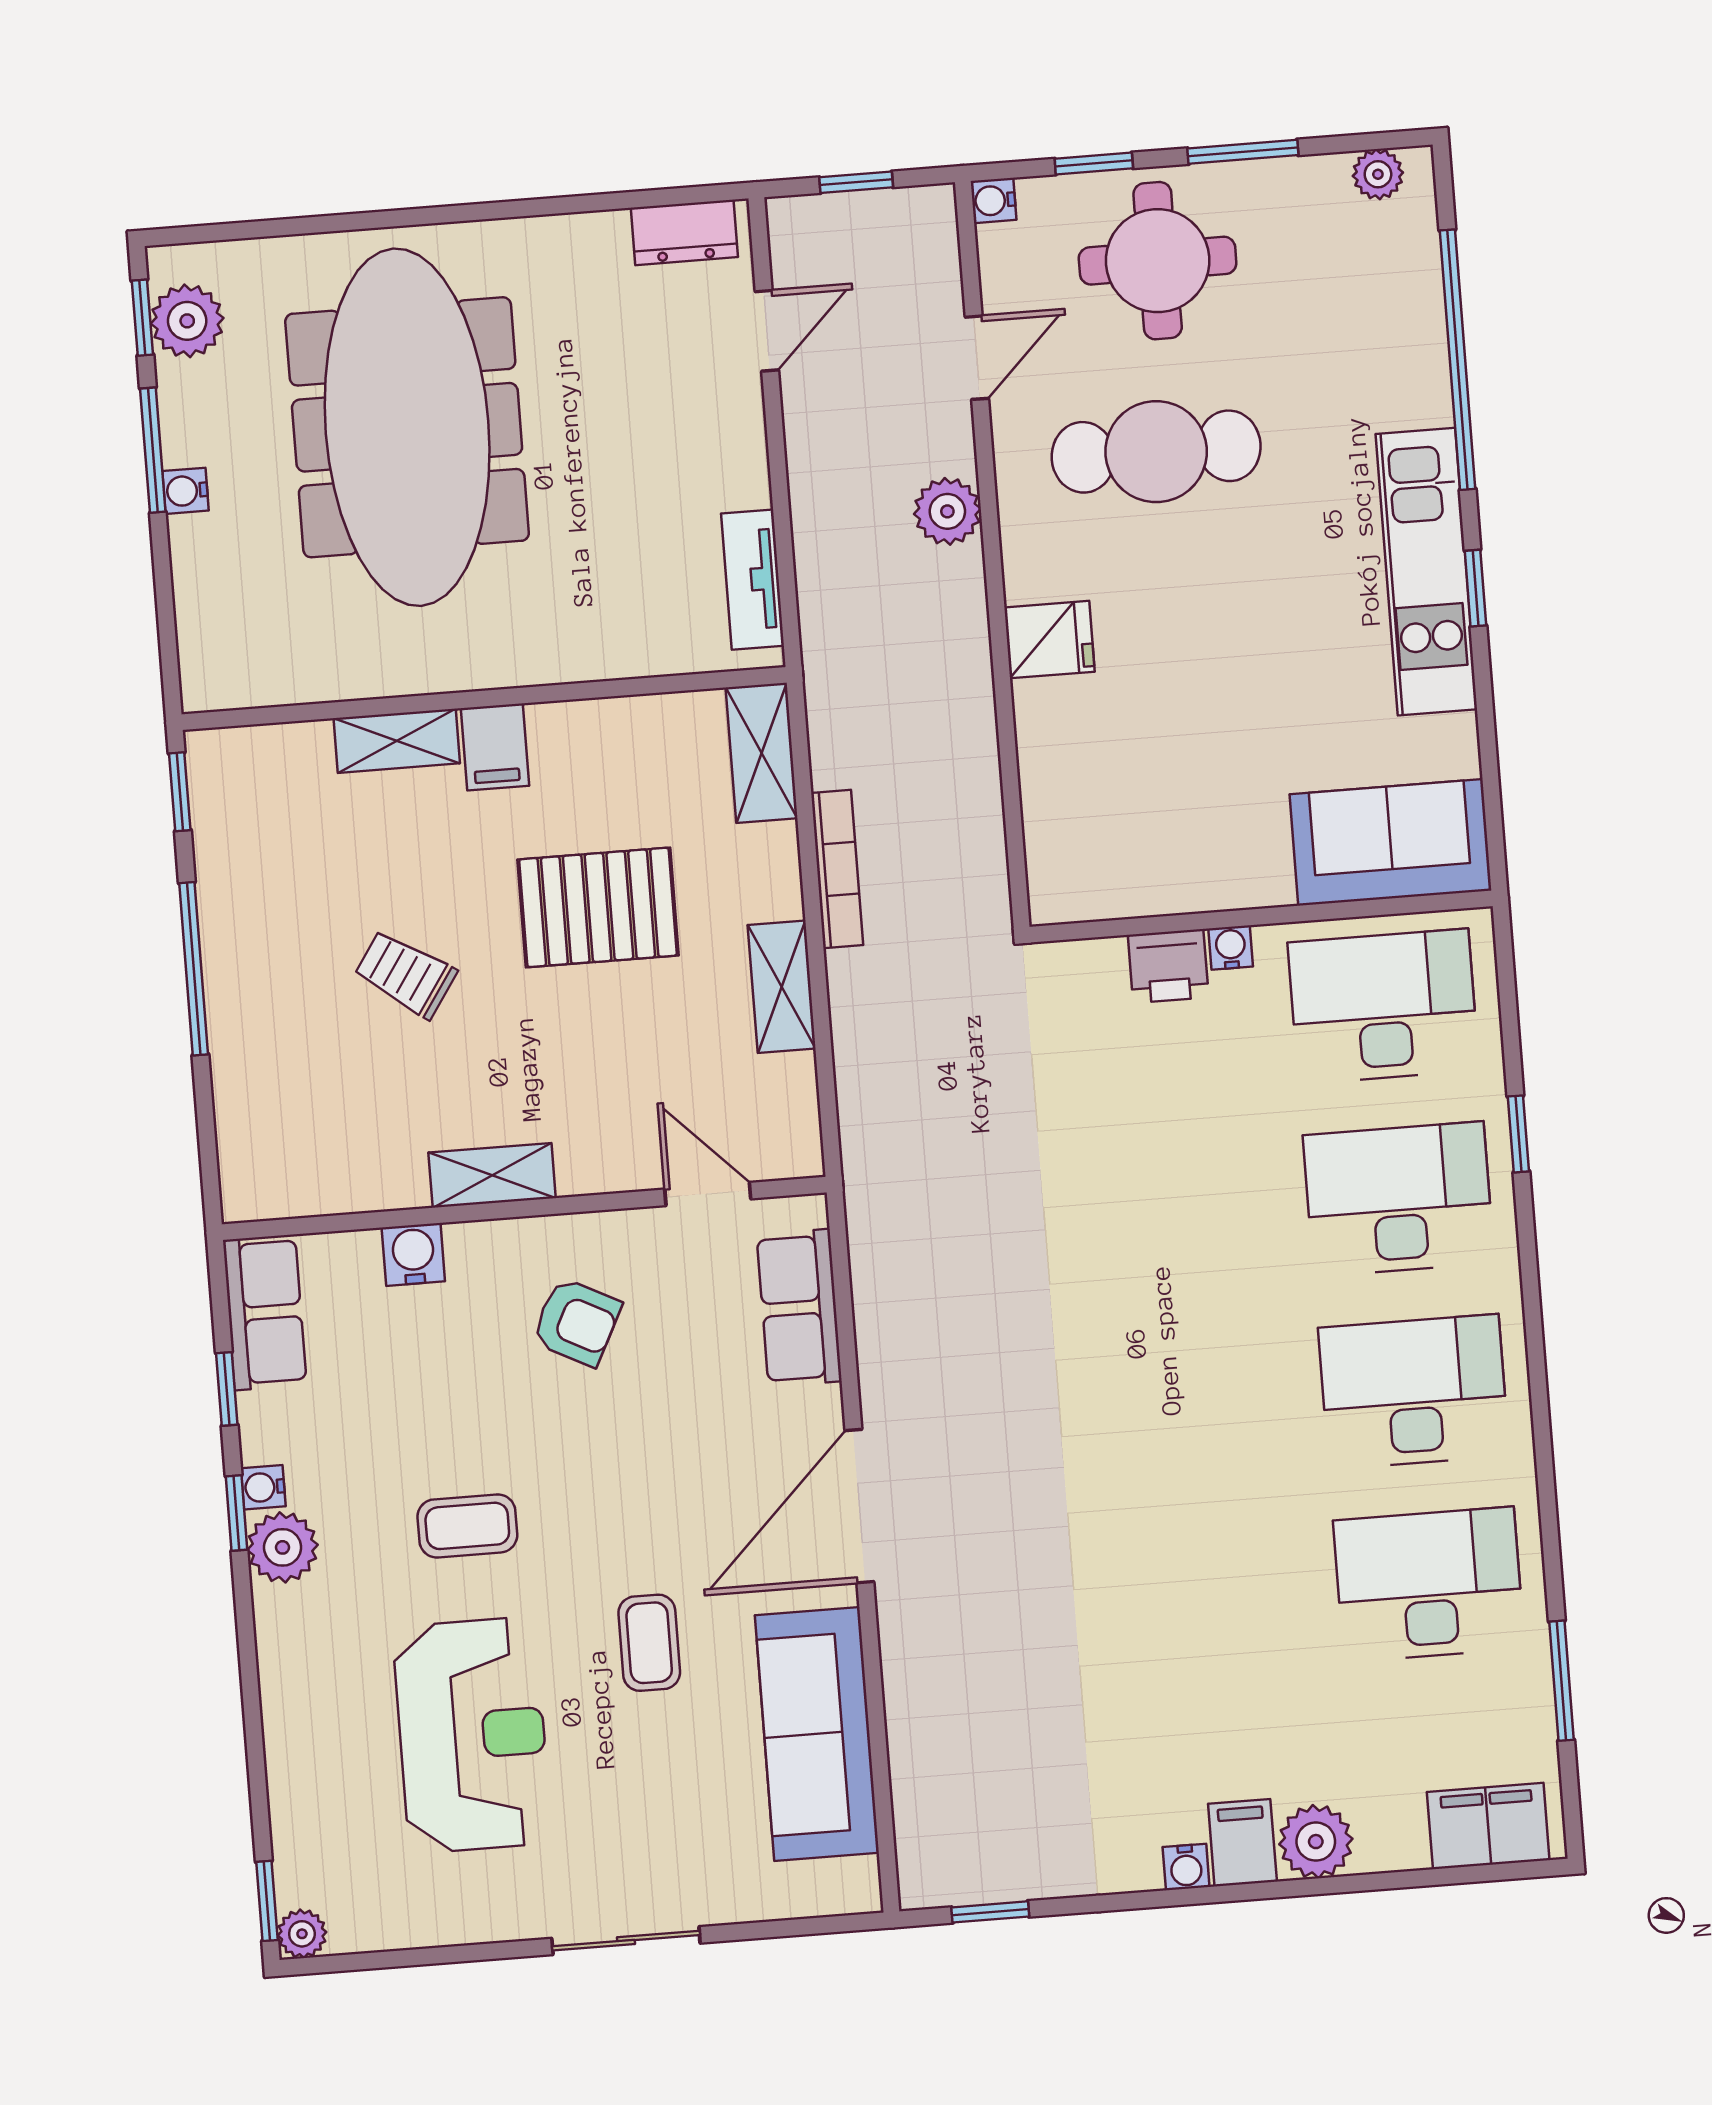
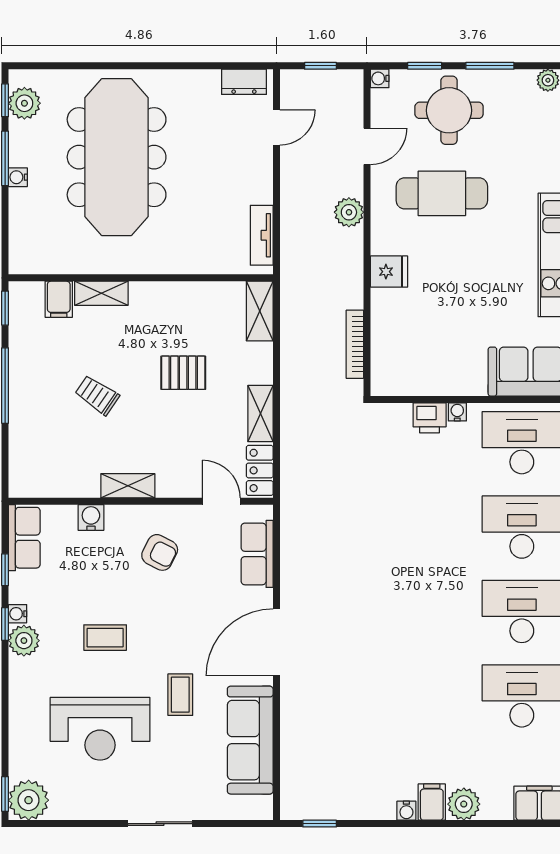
filing cabinet: (495, 747) -> (59, 299), moved
bookcase: (837, 869) -> (355, 344), moved, turned 180
pallet: (598, 907) -> (183, 373), width x0.67, depth x0.71
locker: (790, 1117) -> (260, 470), added
reception desk: (472, 1735) -> (100, 729), turned 90
plant: (302, 1934) -> (29, 800), width x1.88, depth x1.88

